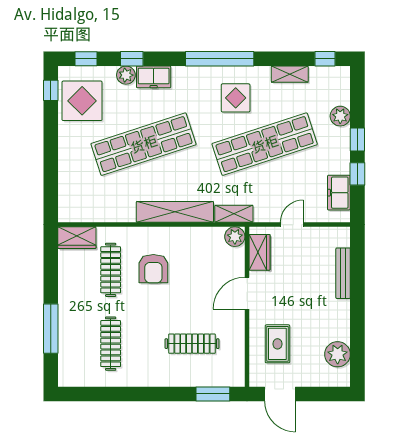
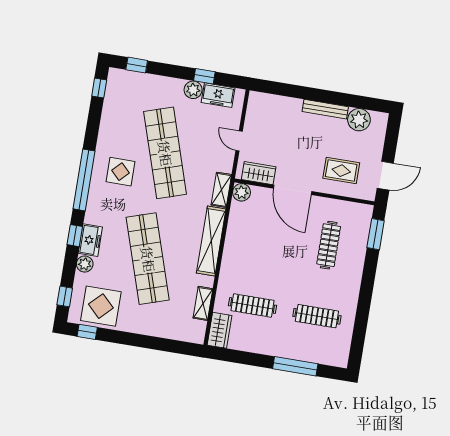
window: (132, 59) -> (75, 236), moved
shelving: (290, 74) -> (203, 303), moved
plant: (340, 116) -> (193, 90), moved
window: (357, 140) -> (137, 65), moved
armchair: (153, 269) -> (258, 268), removed
bench: (343, 273) -> (325, 109), moved
door: (247, 293) -> (293, 190), width x1.36

